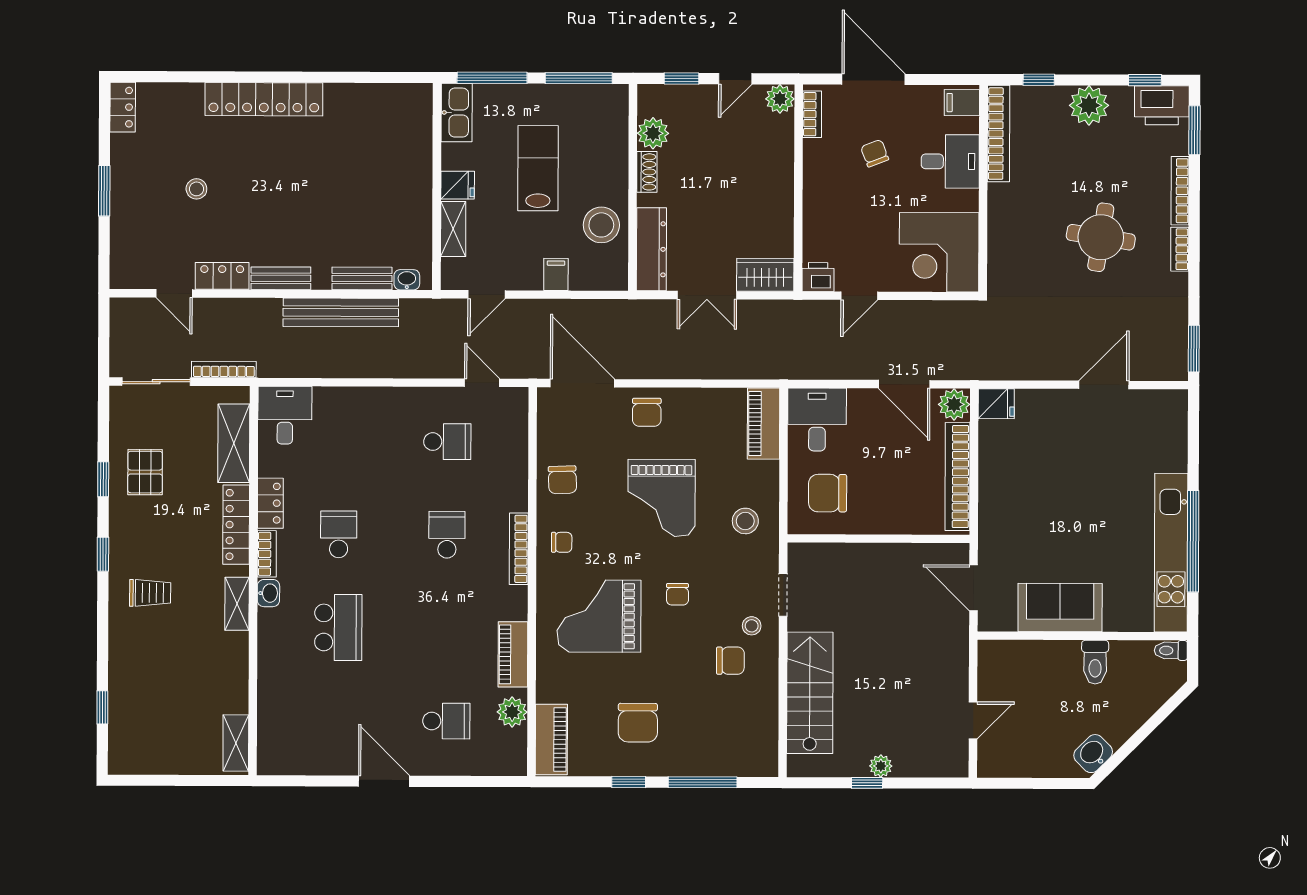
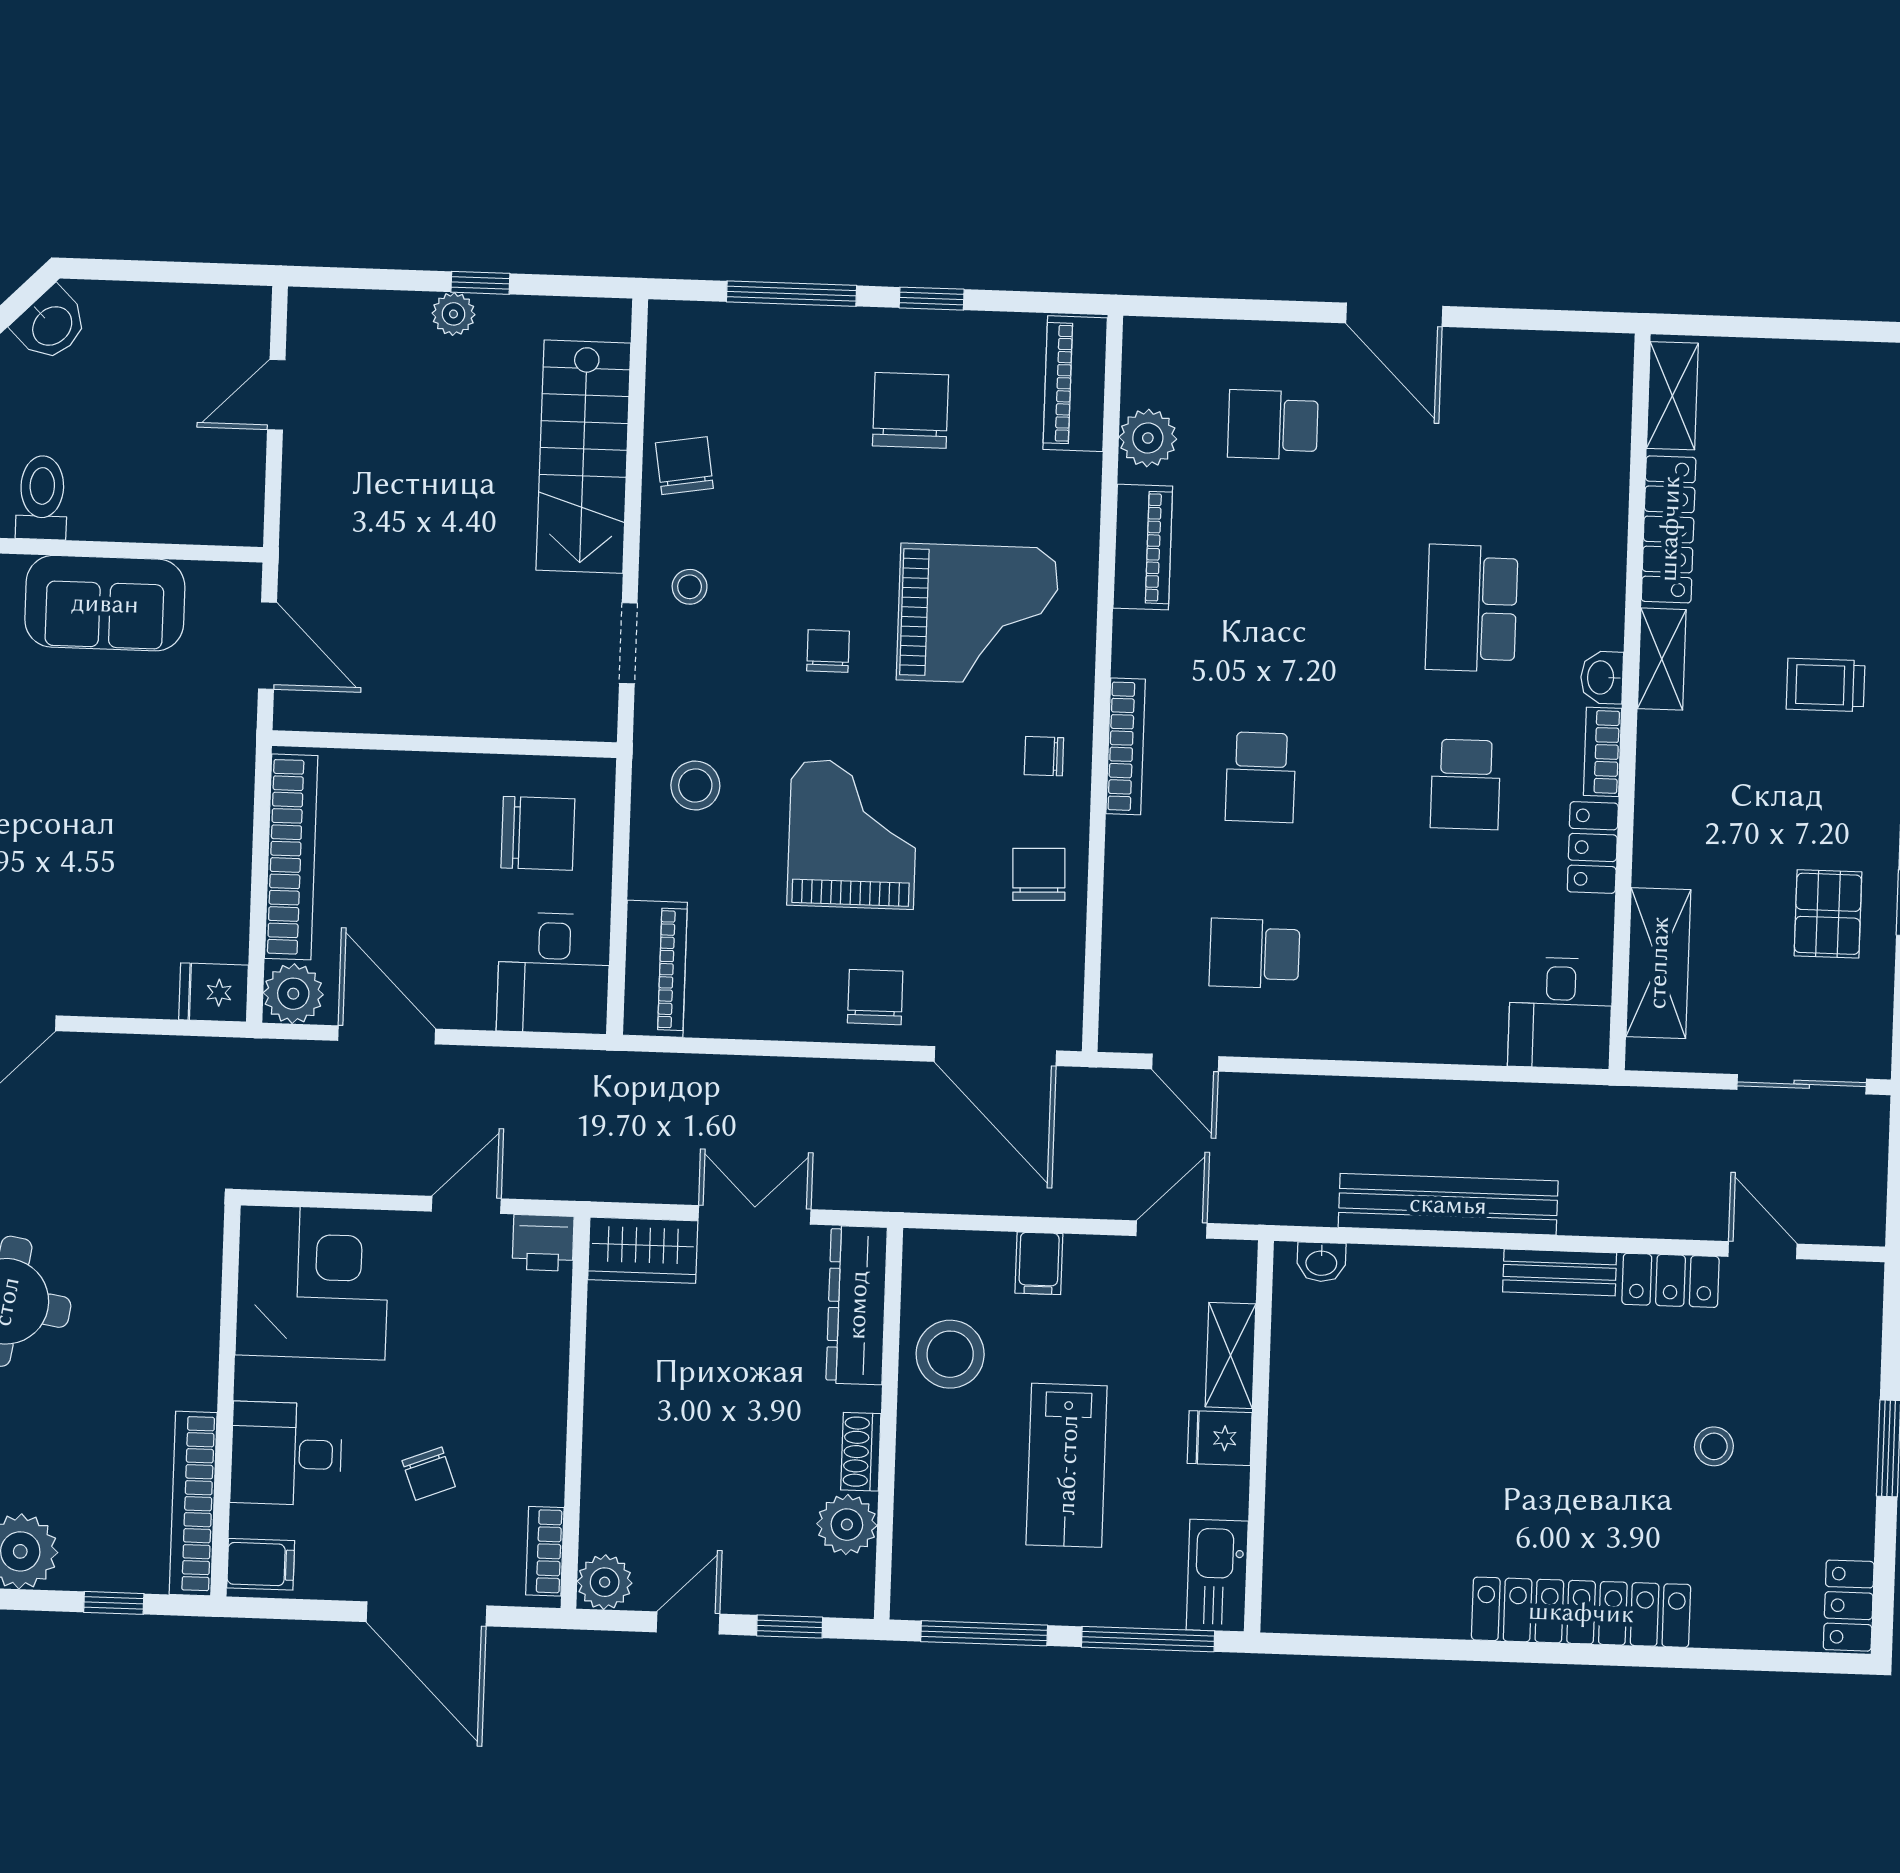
bench: (362, 278) -> (1406, 1267), removed
bookcase: (224, 369) -> (1673, 1103), removed
locker: (236, 525) -> (1669, 529), moved
chair: (730, 661) -> (684, 466), moved, turned 81

